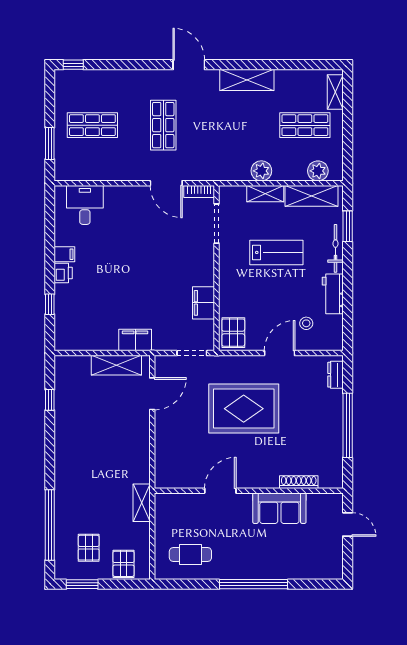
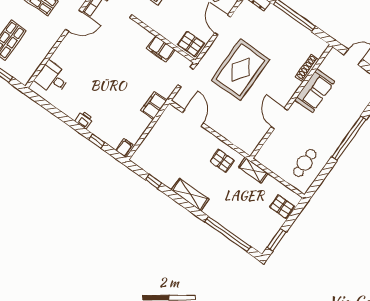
filing cabinet: (64, 254) -> (124, 148), moved
shelving: (116, 365) -> (190, 195), moved, turned 90
pallet: (89, 548) -> (222, 161), moved

